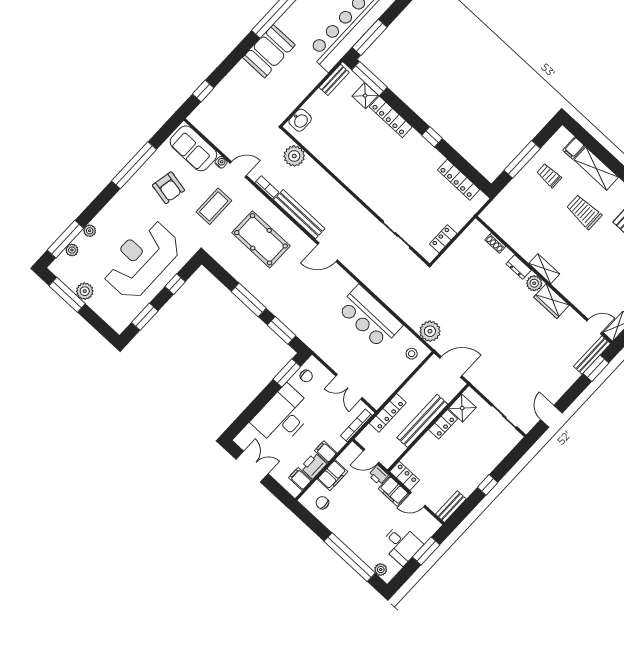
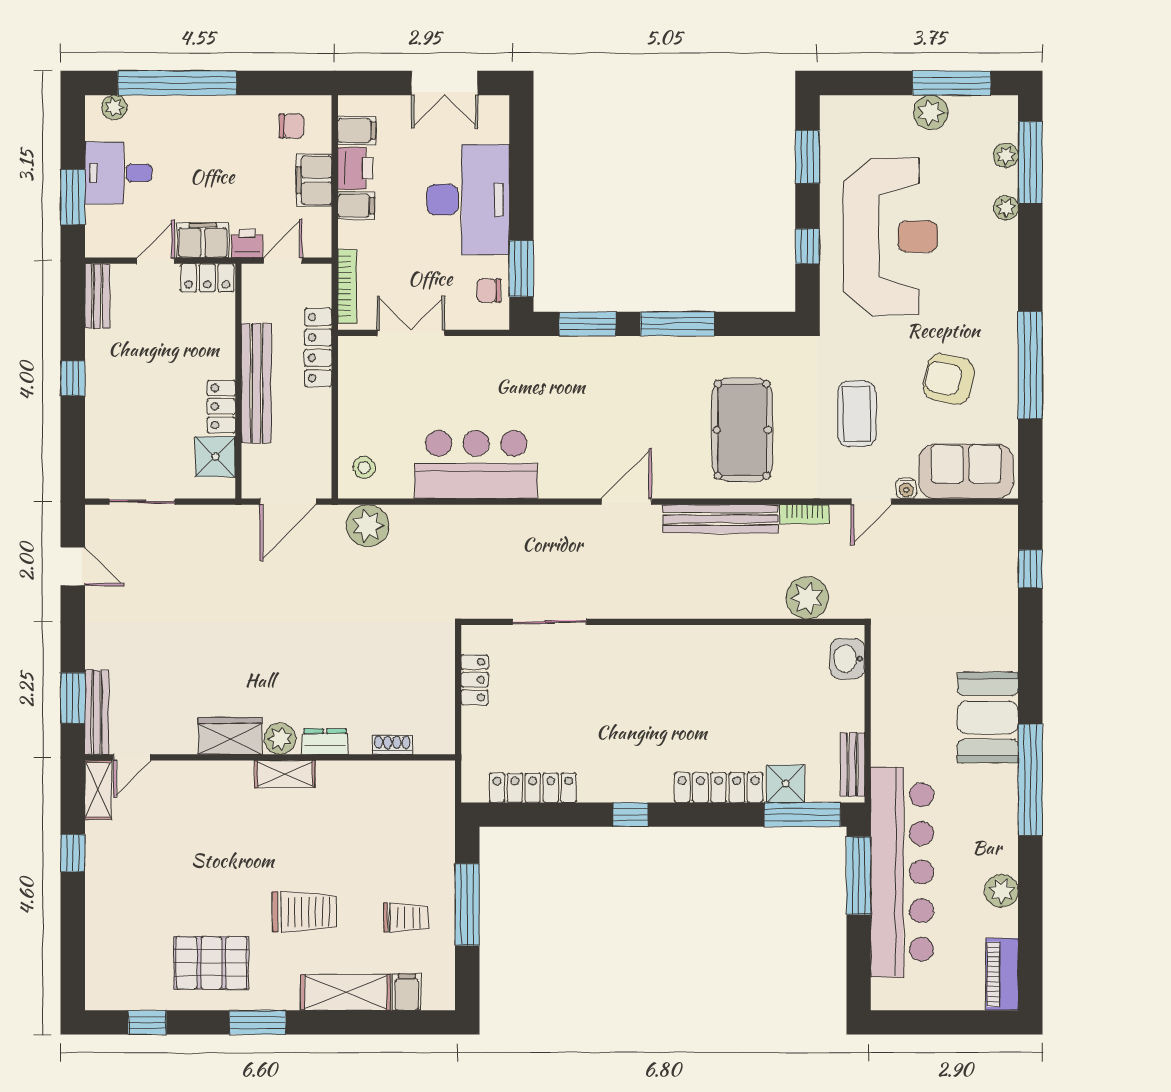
pool table: (261, 239) -> (742, 430), turned 90

